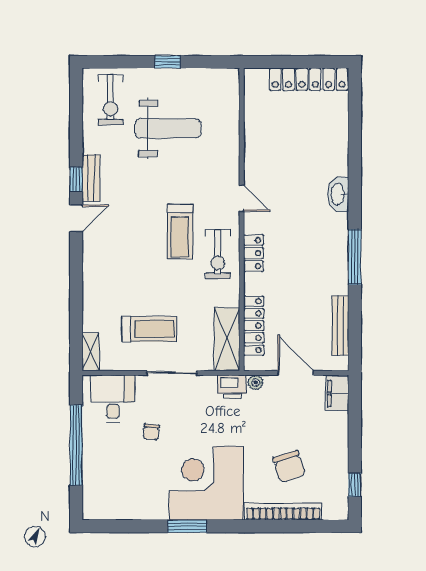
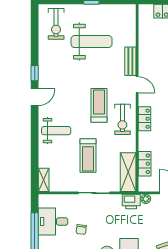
bench: (91, 178) -> (130, 61), moved
treadmill: (180, 231) -> (99, 105), turned 180
weight bench: (111, 272) -> (56, 131), added
locker: (254, 326) -> (145, 164), width x0.66
treadmill: (149, 329) -> (88, 155), moved, turned 90
desk: (113, 398) -> (53, 222), moved, turned -90

